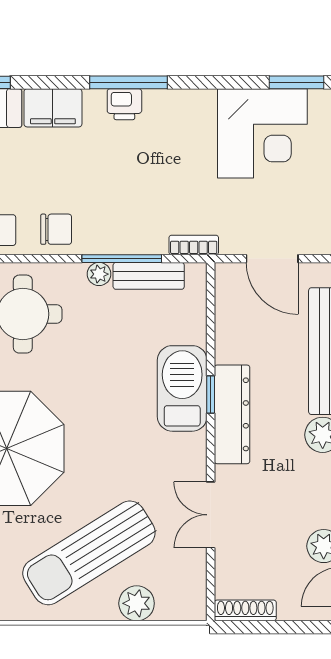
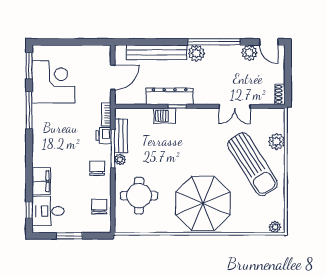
window: (129, 82) -> (29, 110), moved
printer: (124, 104) -> (104, 136), moved, turned 180
chair: (56, 229) -> (97, 168), moved
barbecue: (182, 388) -> (165, 116), width x0.53, depth x0.65
dresser: (232, 414) -> (170, 96), moved
shoe rack: (245, 610) -> (280, 94), width x0.70

